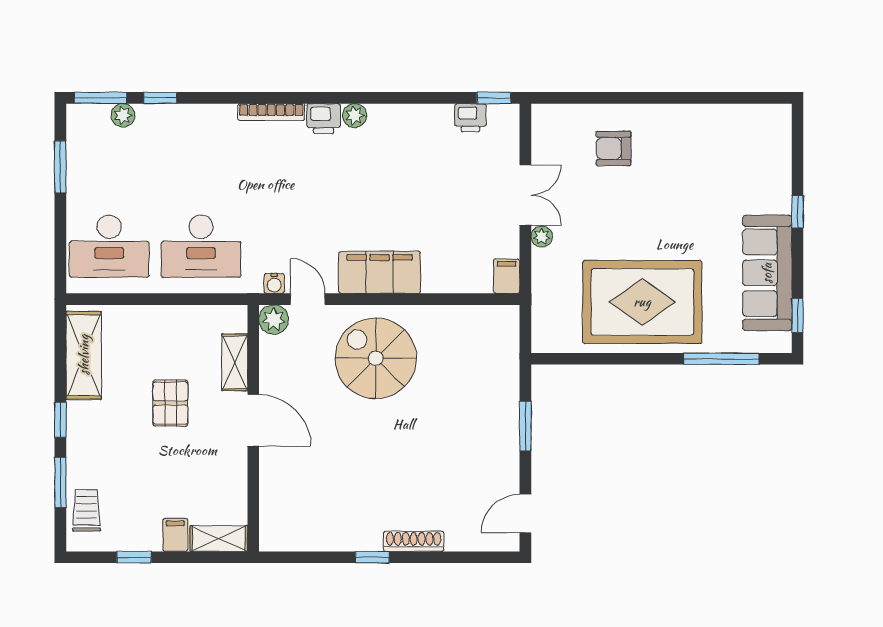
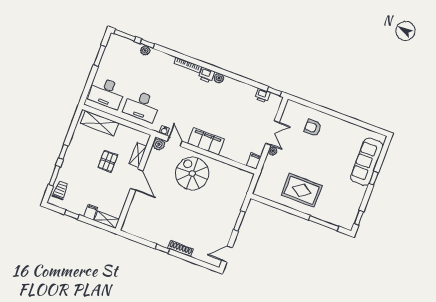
plant: (123, 115) -> (145, 50), moved
sofa: (767, 273) -> (367, 162), moved
rug: (642, 302) -> (302, 190), width x0.73, depth x0.69
shelving: (84, 355) -> (100, 123), moved, turned 90

